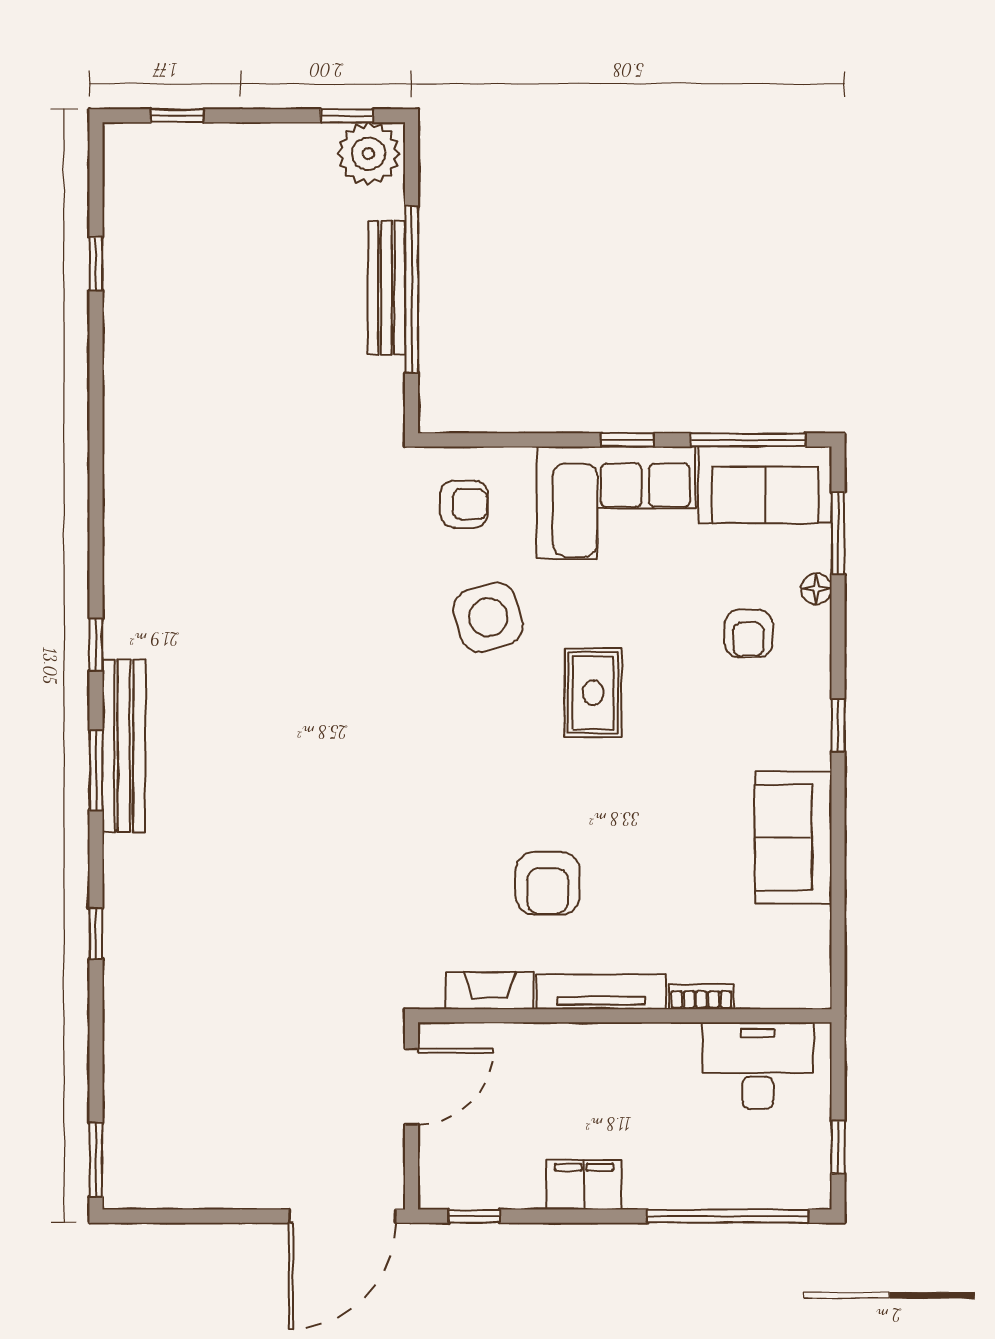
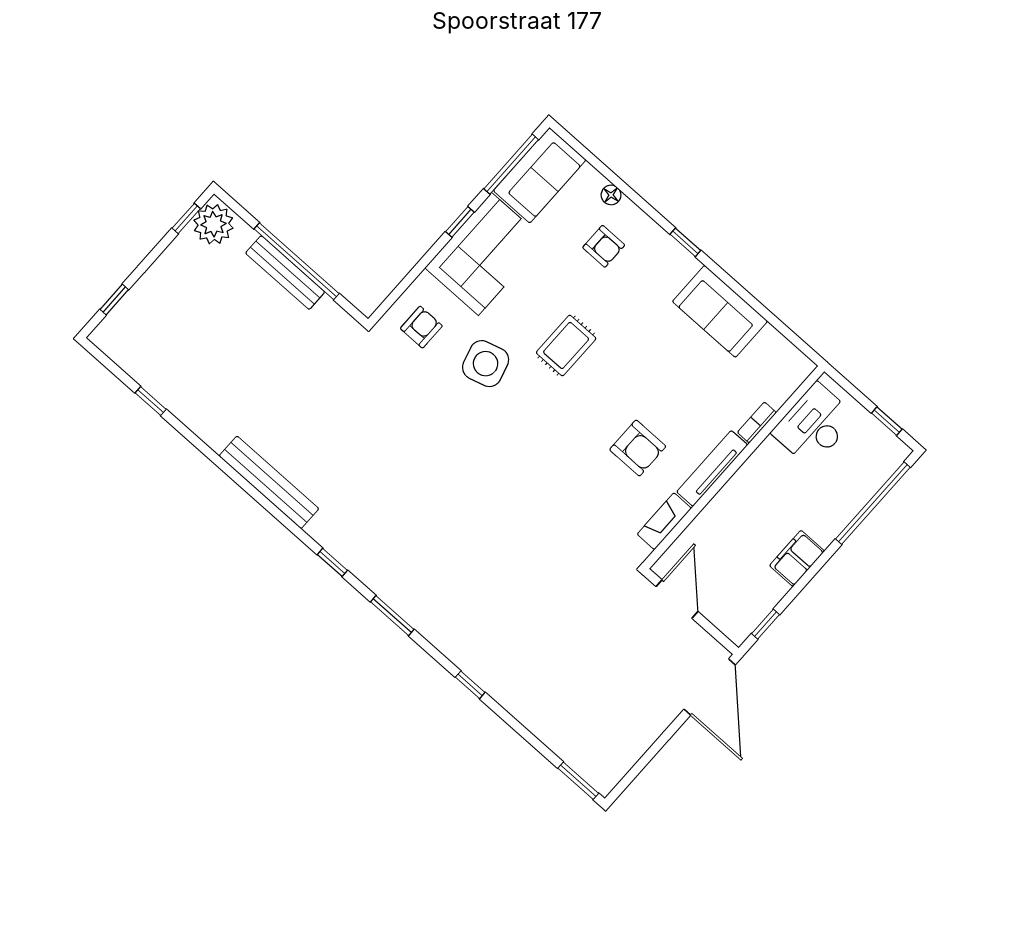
window: (838, 533) -> (594, 161), removed
rug: (593, 693) -> (566, 346), turned 90
bench: (124, 746) -> (269, 482), moved

